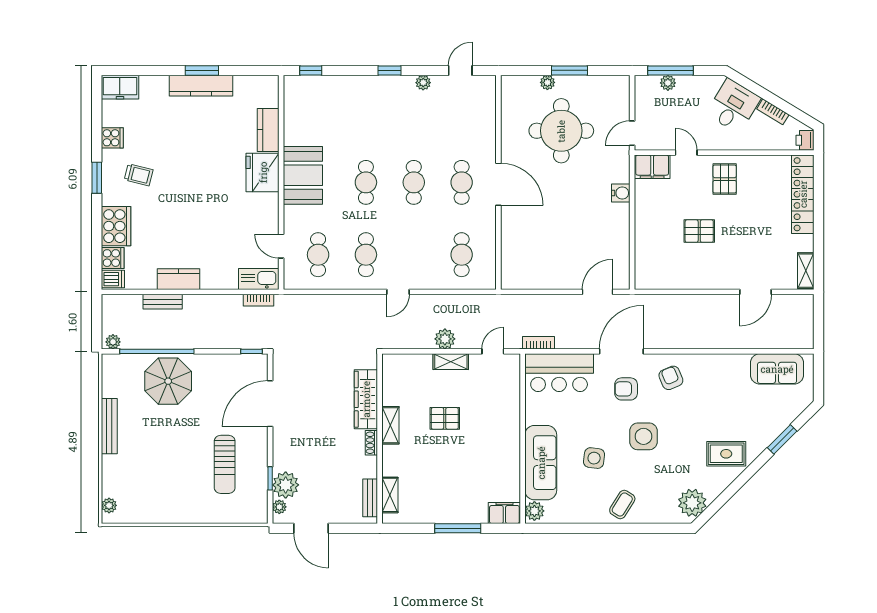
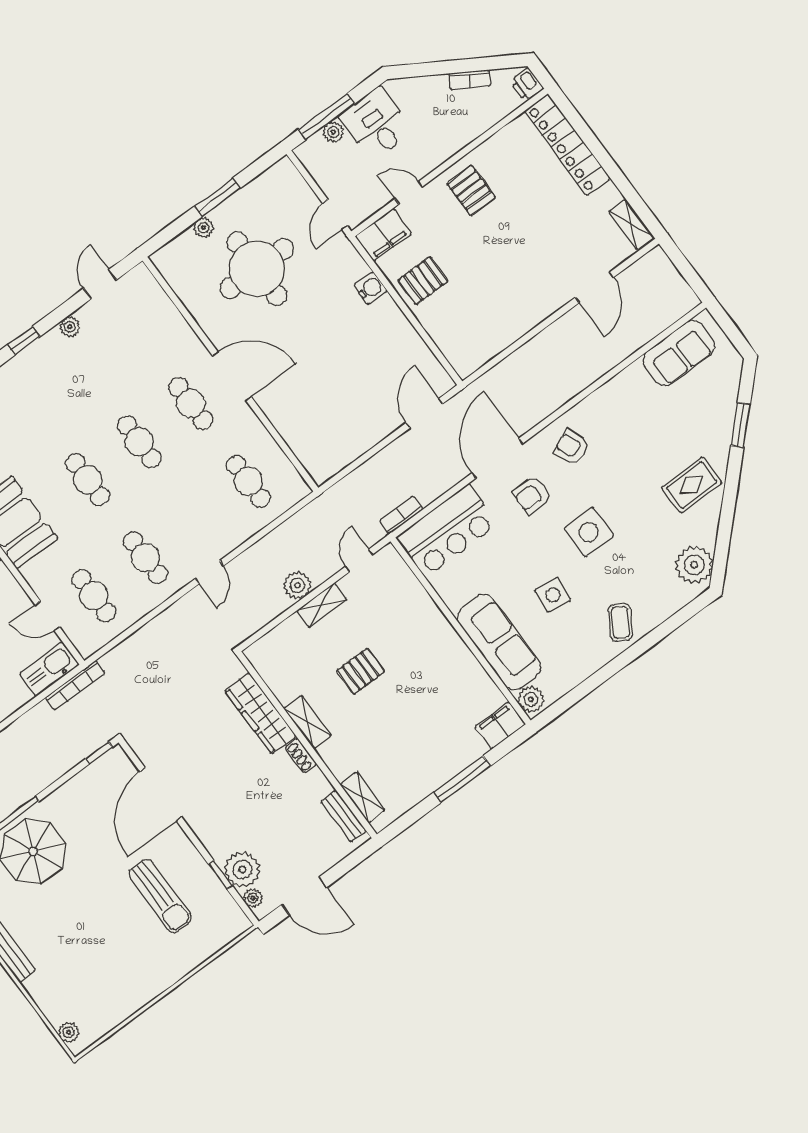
desk: (733, 106) -> (376, 124), moved, turned -31
pallet: (699, 231) -> (423, 281), moved
bookcase: (259, 300) -> (75, 685), width x1.56

